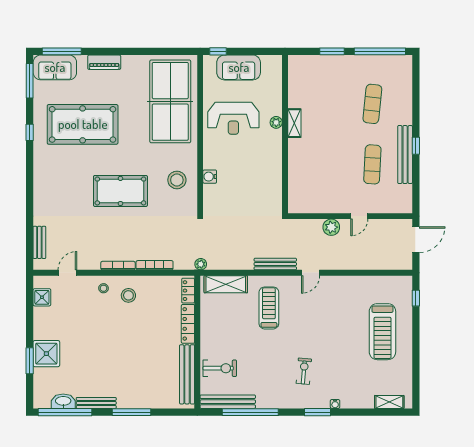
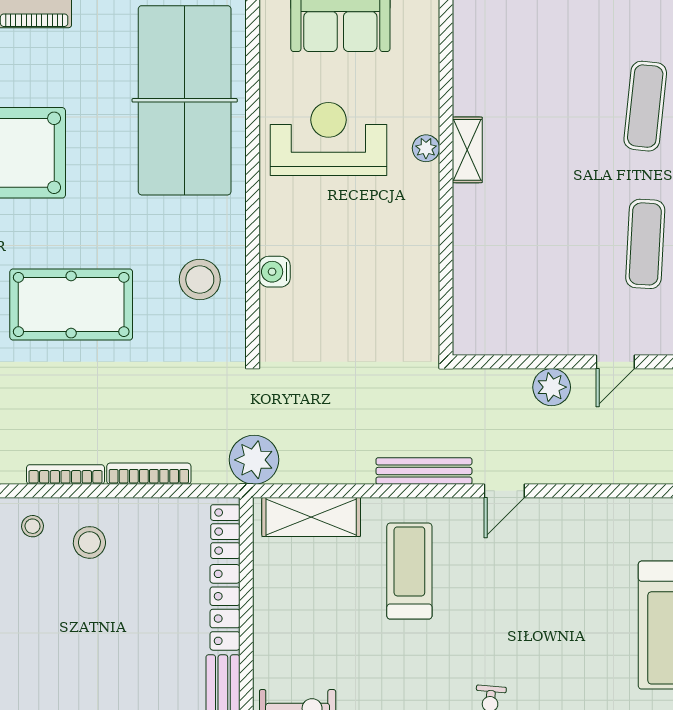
reception desk: (233, 118) -> (328, 139), turned 180
plant: (201, 264) -> (254, 460), width x1.88, depth x1.88

